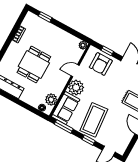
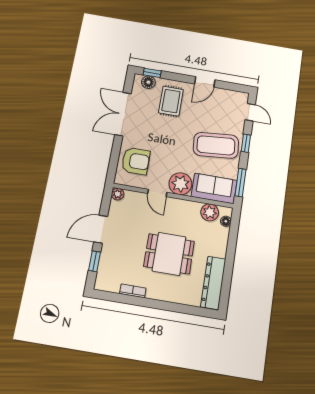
door: (64, 27) -> (101, 229), added
window: (107, 51) -> (114, 158), removed

